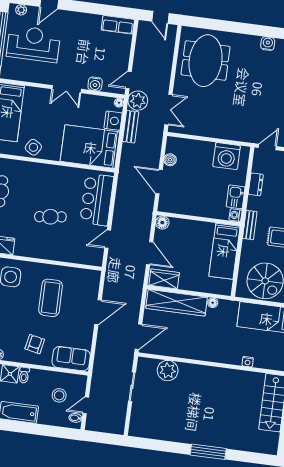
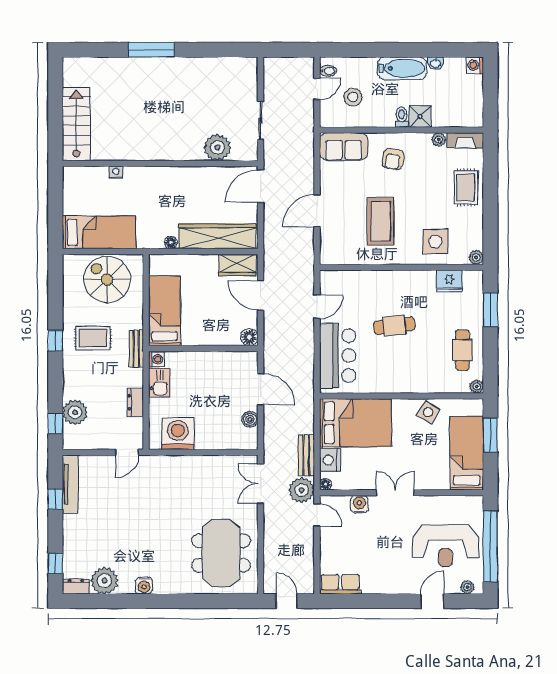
door: (129, 80) -> (317, 515), hinge flipped

